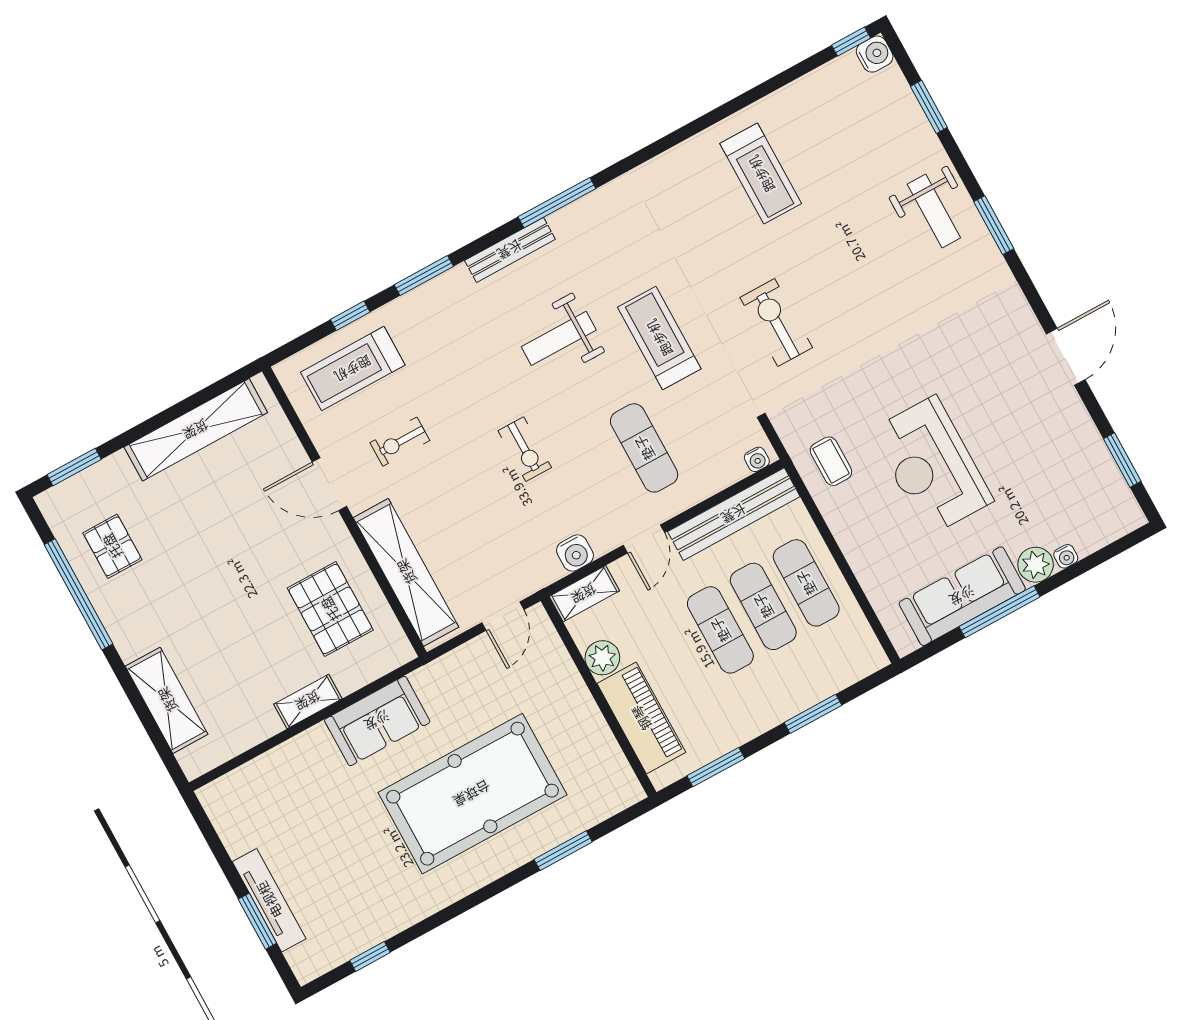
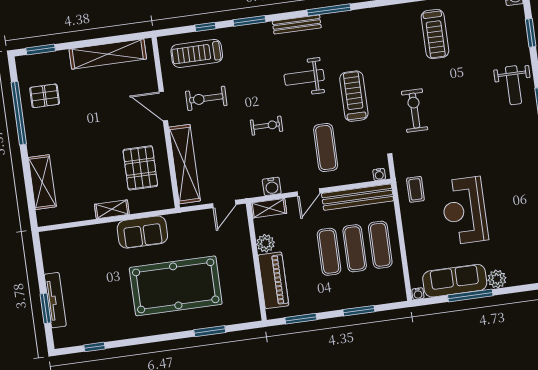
exercise bike: (400, 442) -> (206, 98), width x1.38, depth x1.39
exercise bike: (525, 449) -> (267, 126), turned -90
pallet: (112, 546) -> (45, 96), turned 90
water cooler: (1066, 556) -> (418, 294), moved

